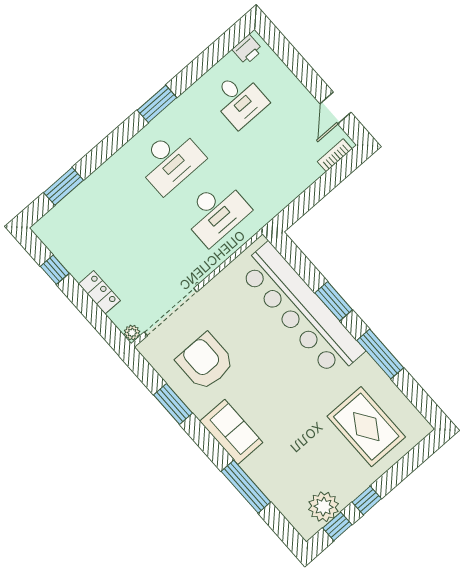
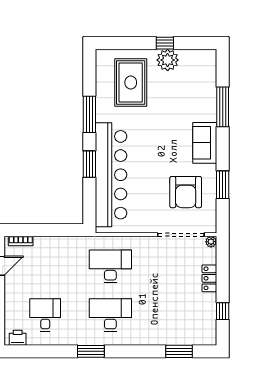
plant: (324, 507) -> (168, 60), moved
window: (337, 526) -> (193, 43), removed

